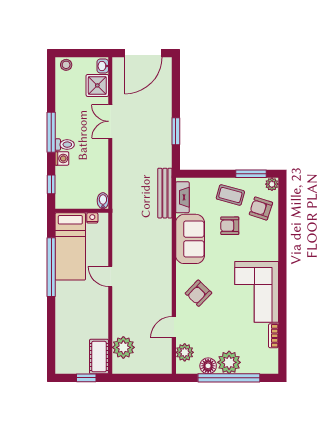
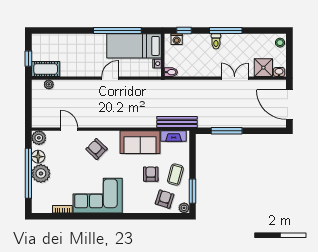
window: (176, 131) -> (227, 131), width x1.44
washing machine: (62, 158) -> (177, 39), moved
plant: (123, 347) -> (49, 84), width x0.53, depth x0.53
plant: (185, 352) -> (39, 138), moved

